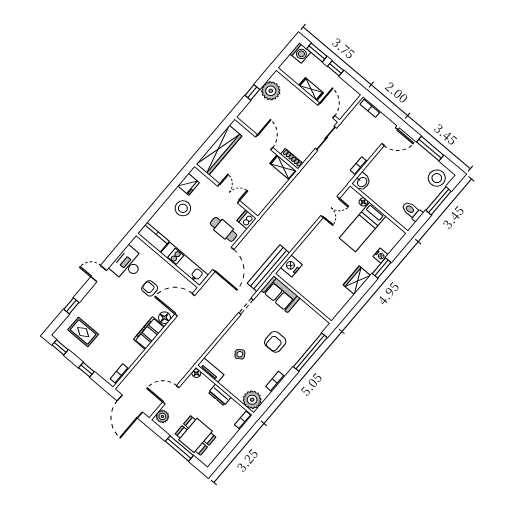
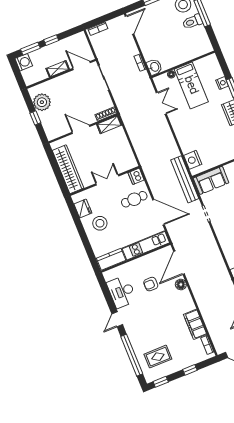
toilet: (412, 211) -> (192, 22), moved
window: (71, 306) -> (132, 355), width x3.17
filing cabinet: (149, 333) -> (195, 324), moved

